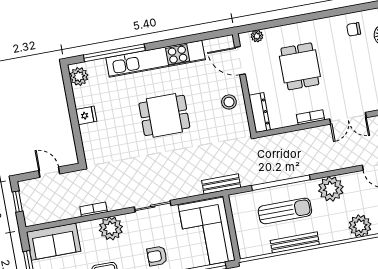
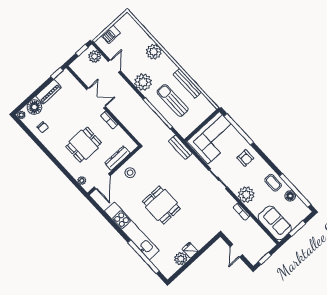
plant: (79, 76) -> (181, 259), moved
dresser: (260, 113) -> (117, 158), moved

